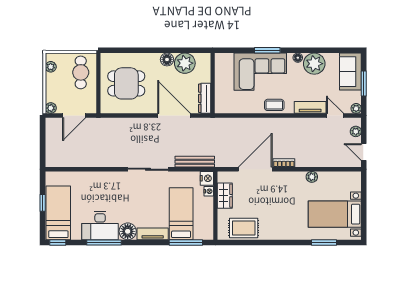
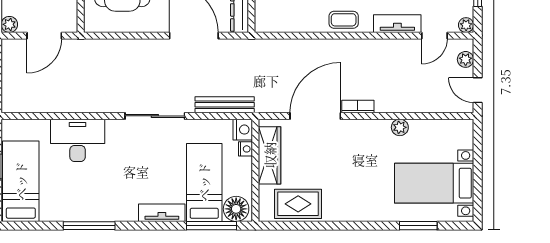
door: (335, 115) -> (434, 36), swing flipped
wardrobe: (225, 196) -> (270, 155), width x1.50
desk: (100, 226) -> (78, 140), moved, turned 180
floor lamp: (128, 231) -> (236, 209), moved
window: (58, 242) -> (20, 226), removed

